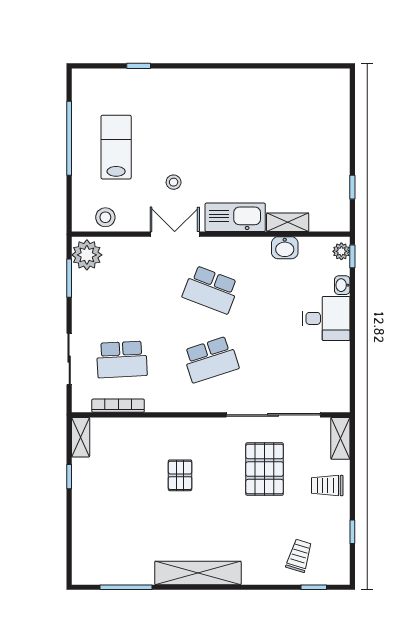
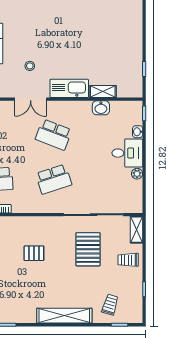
double door: (175, 234) -> (31, 99), swing flipped
plant: (341, 251) -> (137, 174), moved
pallet: (180, 475) -> (34, 253), turned 90
shelving: (198, 573) -> (64, 316), moved

